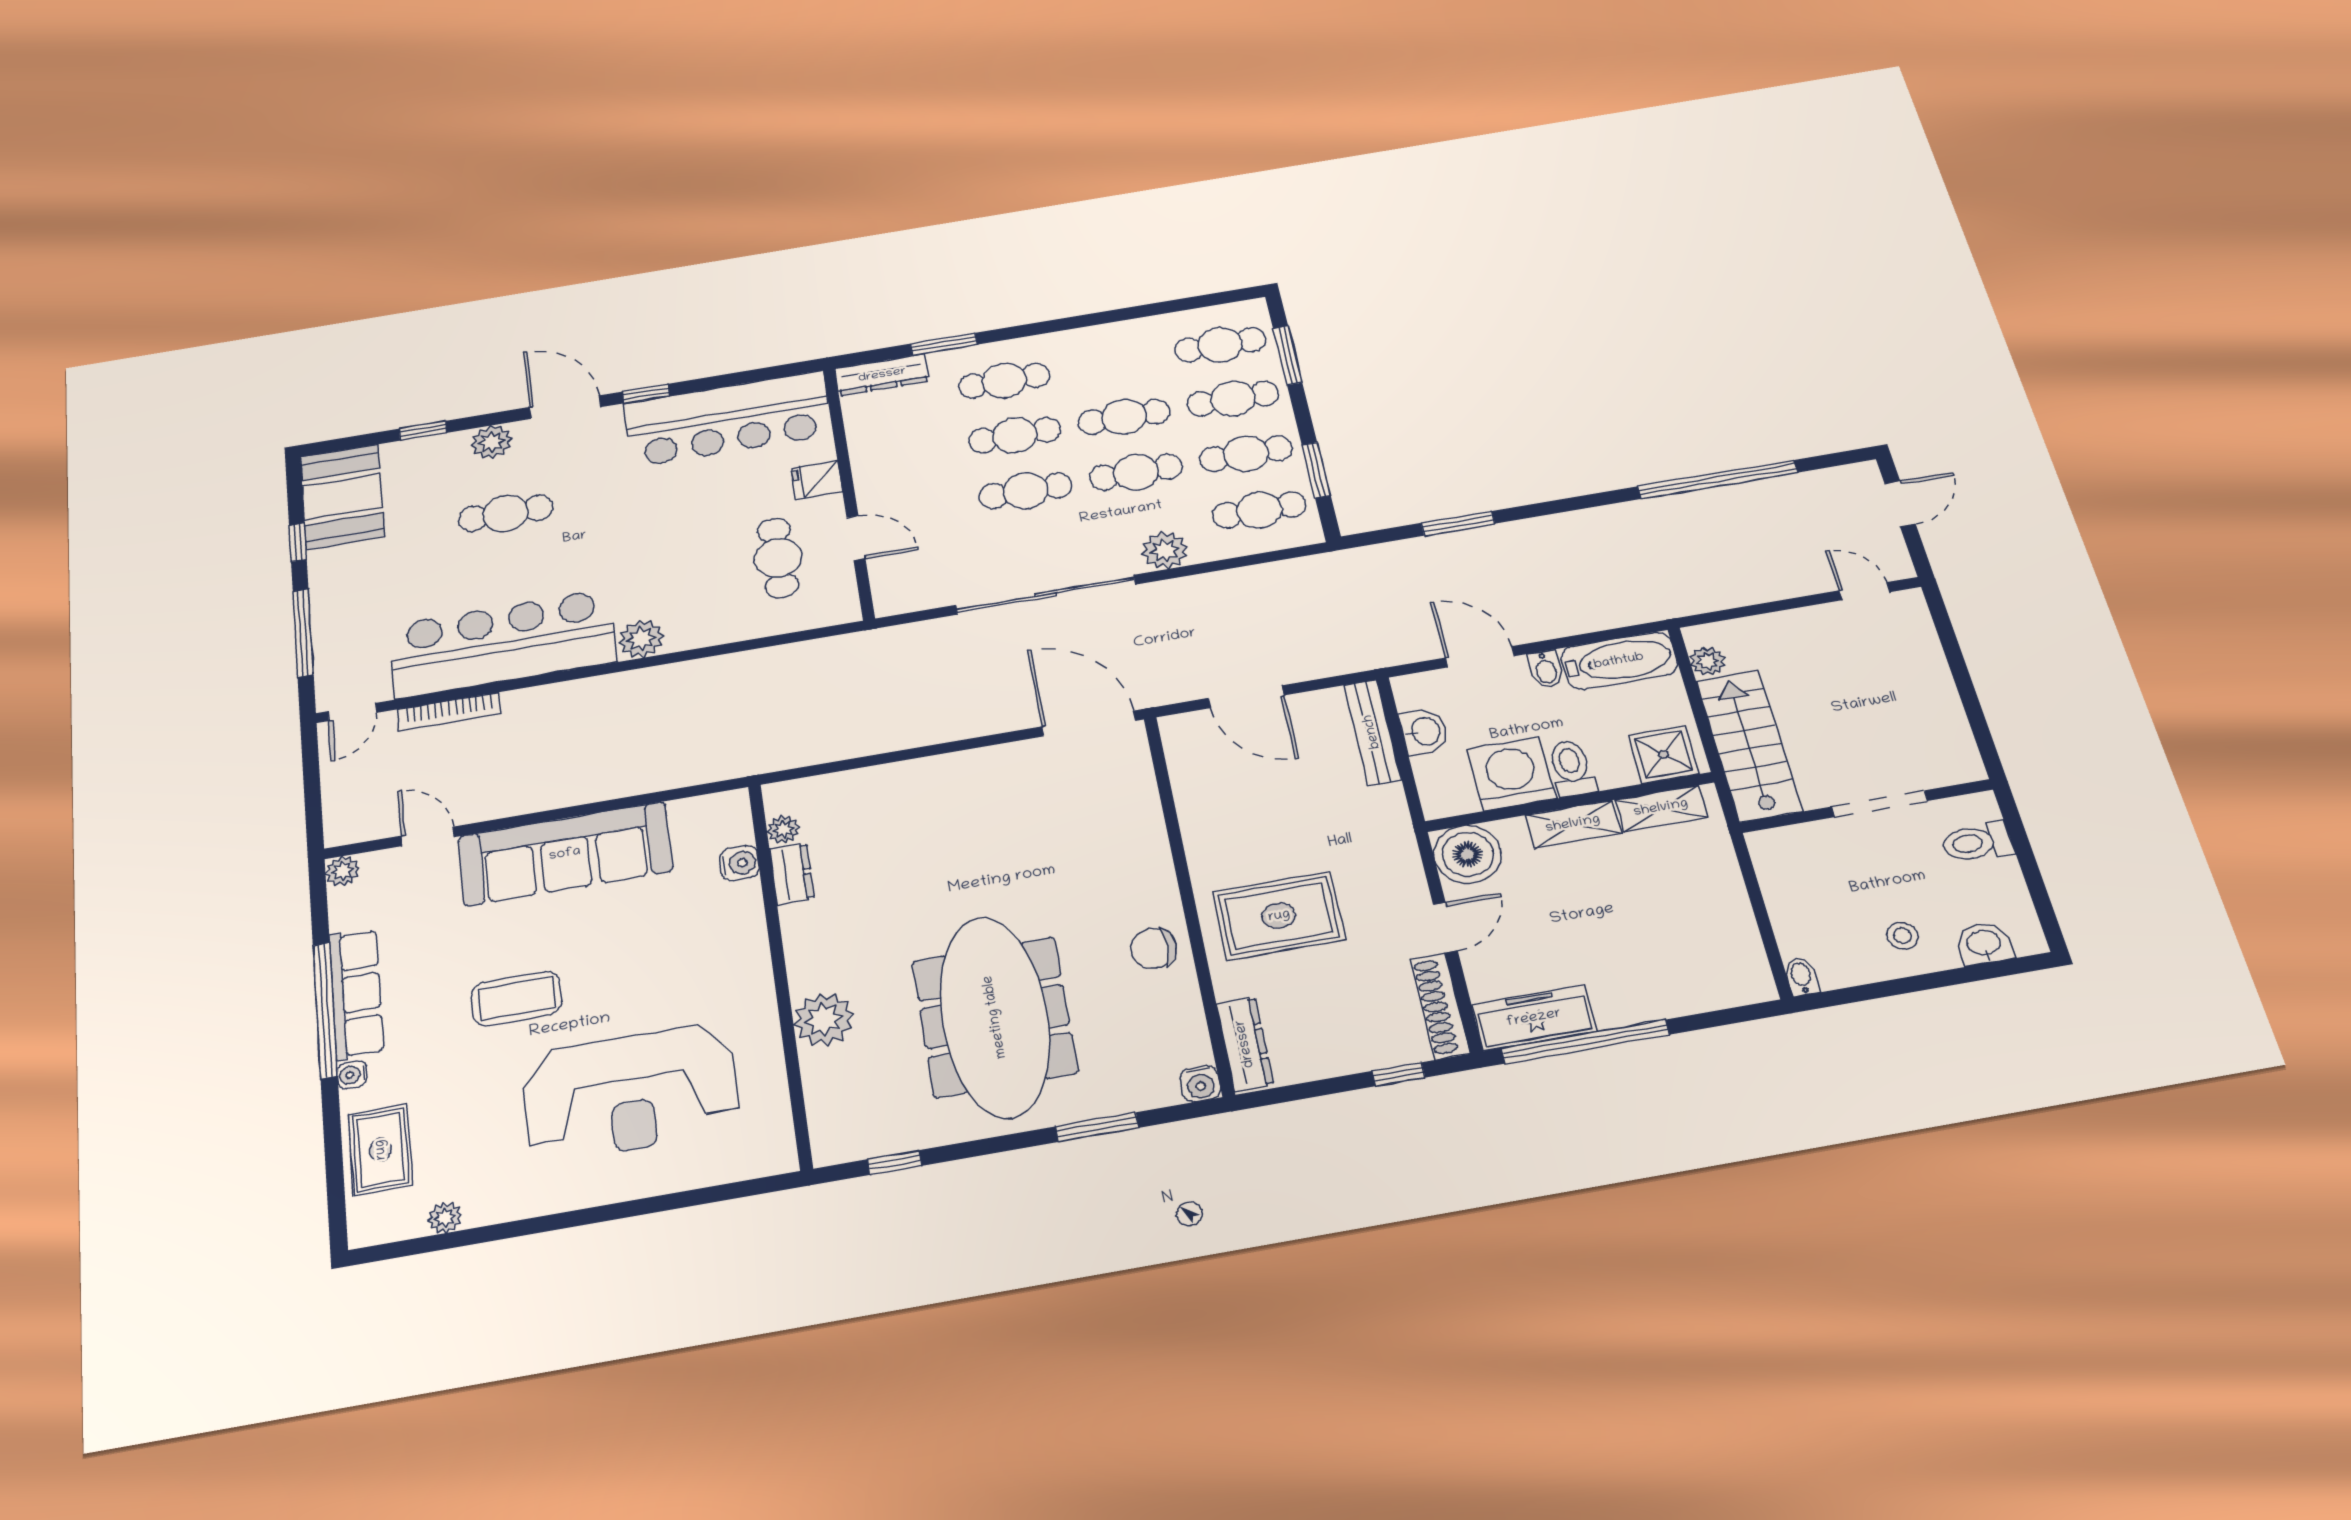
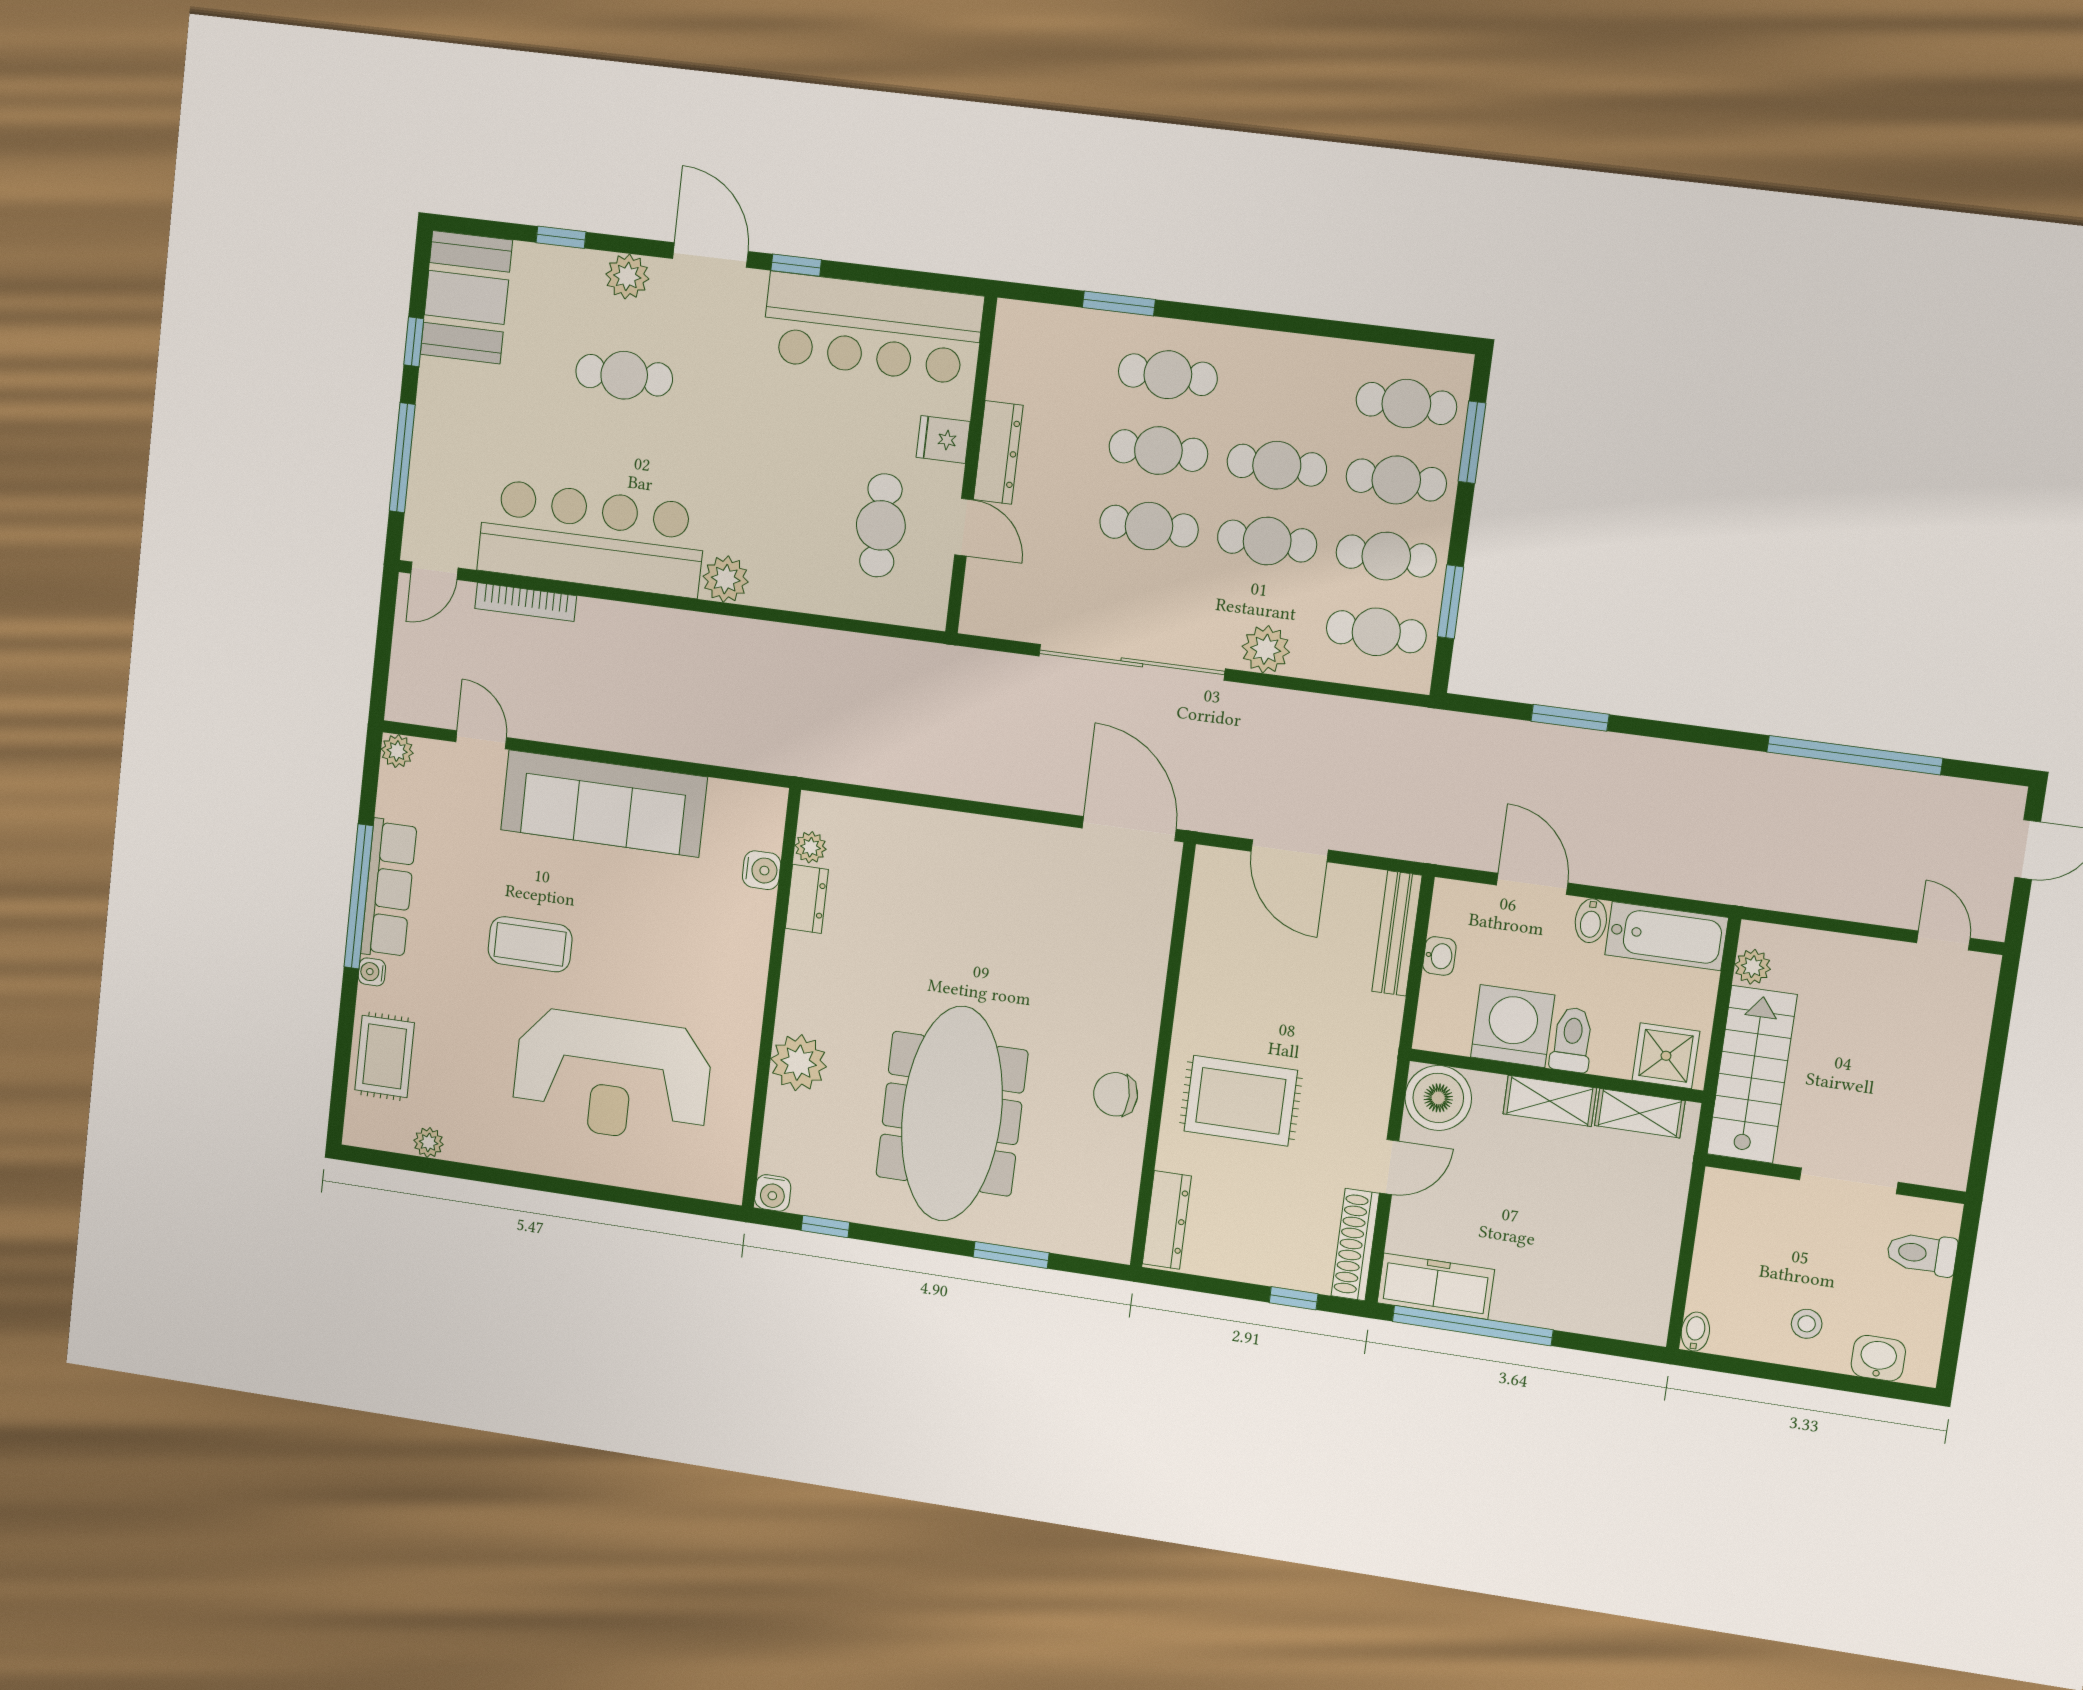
dresser: (882, 375) -> (998, 453), moved, turned -90
washbasin: (1424, 731) -> (1439, 956), width x0.72, depth x0.69
water cooler: (1200, 1084) -> (773, 1193), moved

